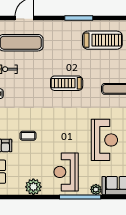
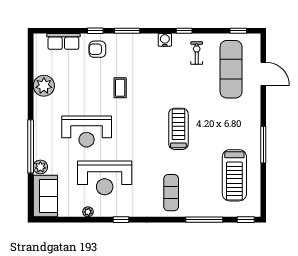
coffee table: (28, 136) -> (120, 88), moved
reception desk: (66, 172) -> (87, 132), moved, turned 180

